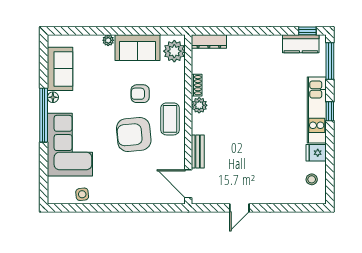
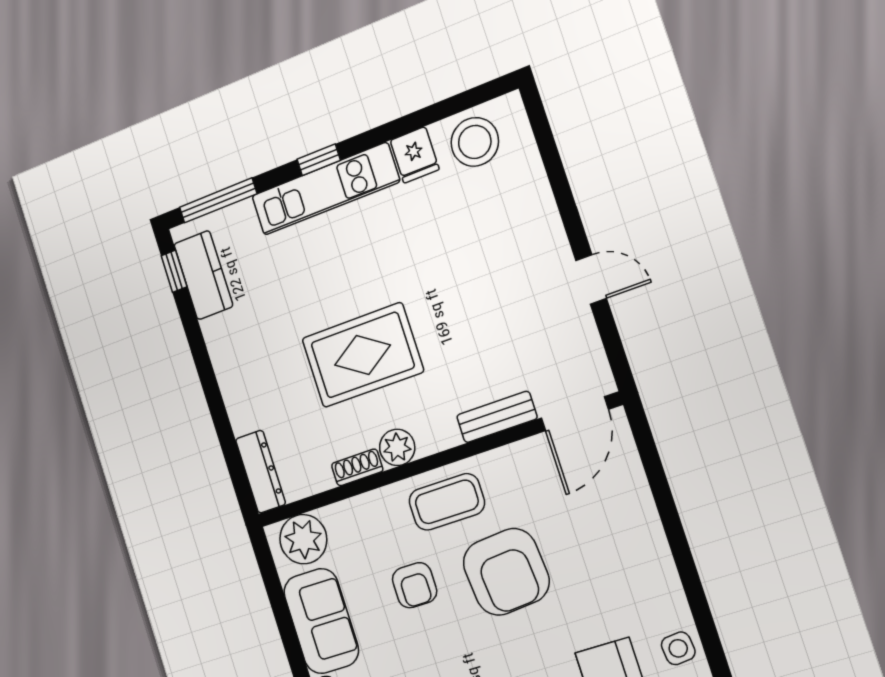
rug: (242, 103) -> (363, 355), added
stool: (312, 179) -> (475, 142), width x1.89, depth x1.89

